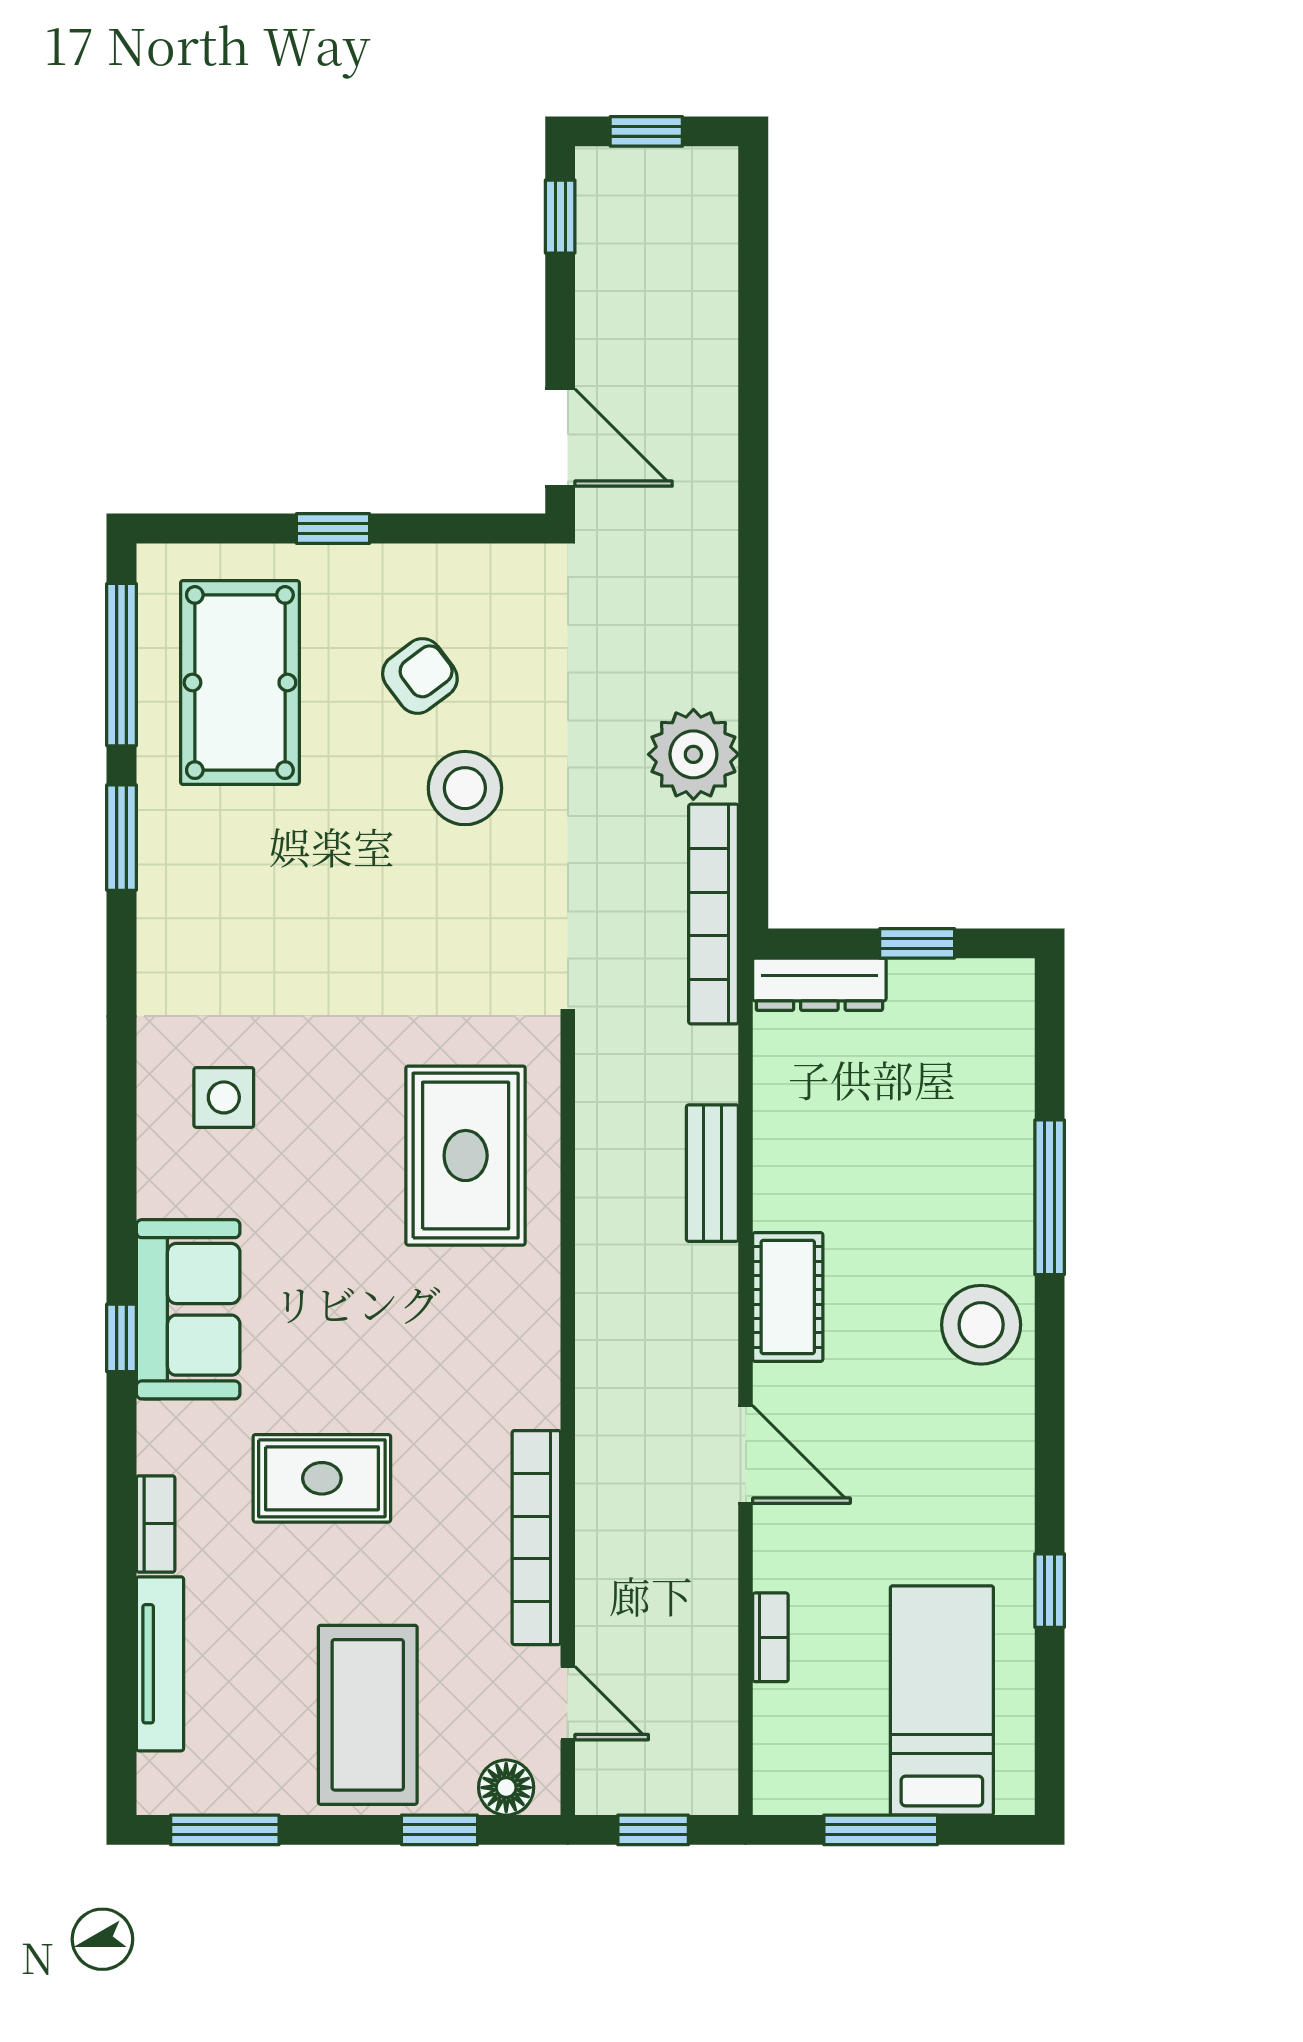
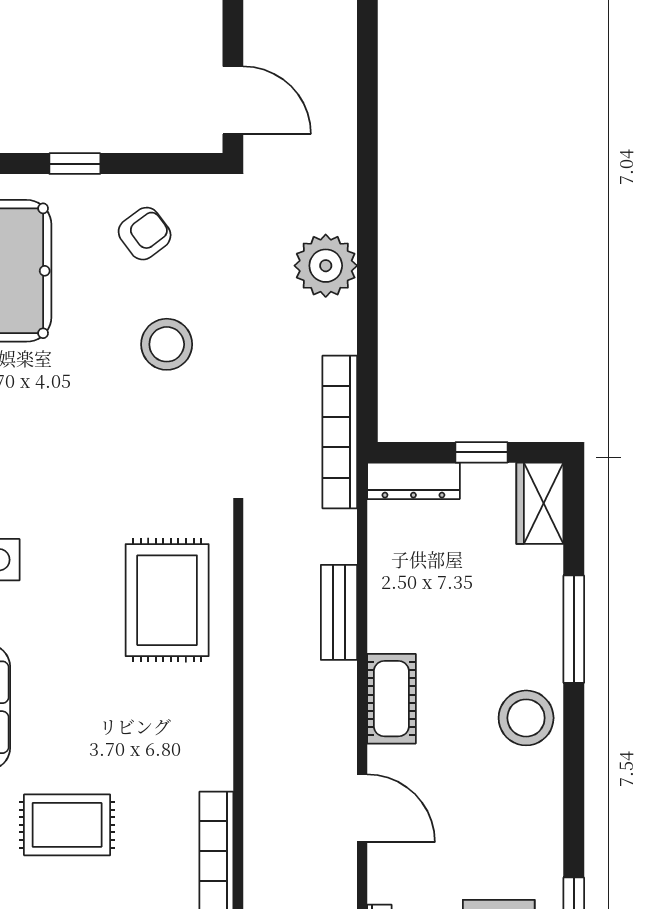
armchair: (420, 676) -> (145, 234), moved
plant: (693, 754) -> (326, 266), moved
wardrobe: (1001, 1016) -> (540, 503), added

